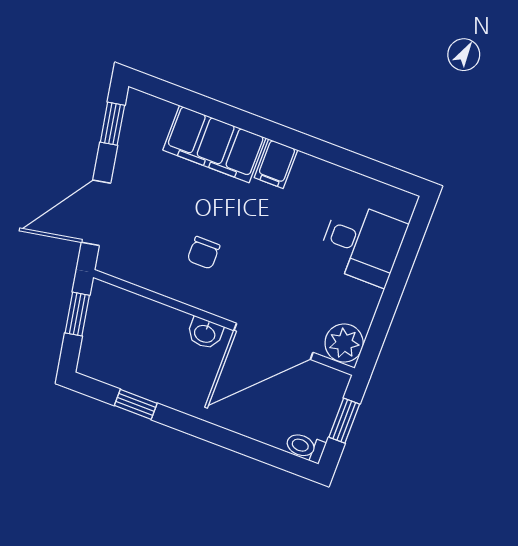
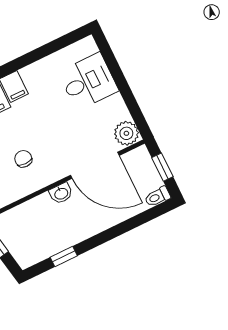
chair: (204, 253) -> (23, 159), turned 180
door: (273, 341) -> (95, 165), hinge flipped

